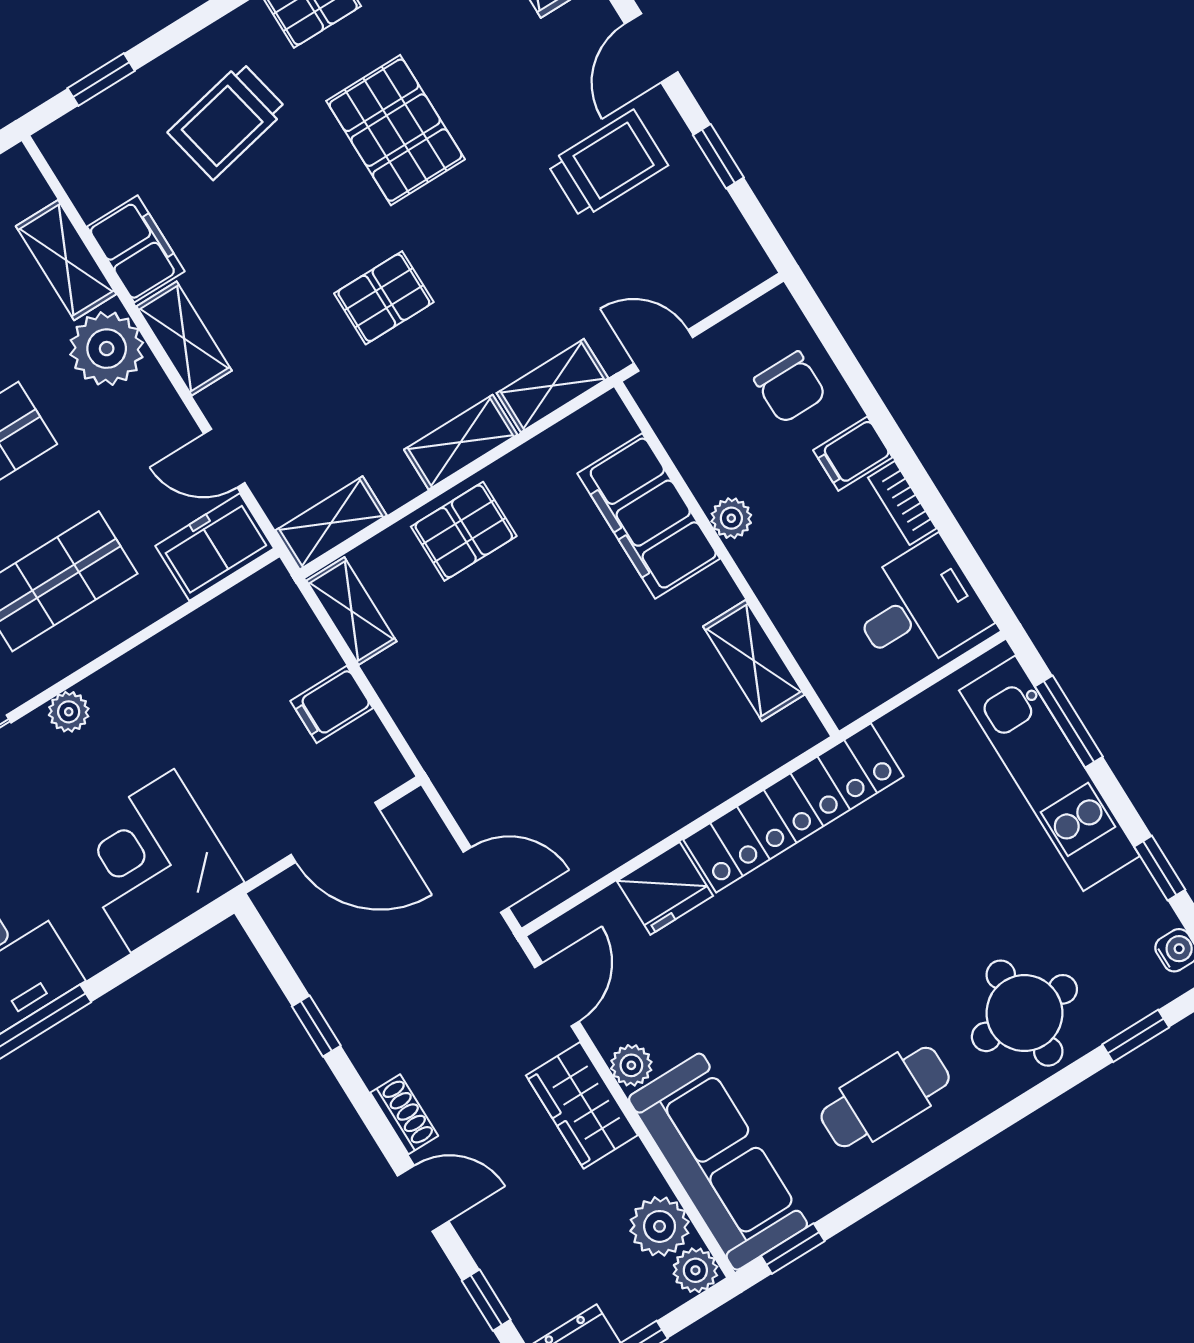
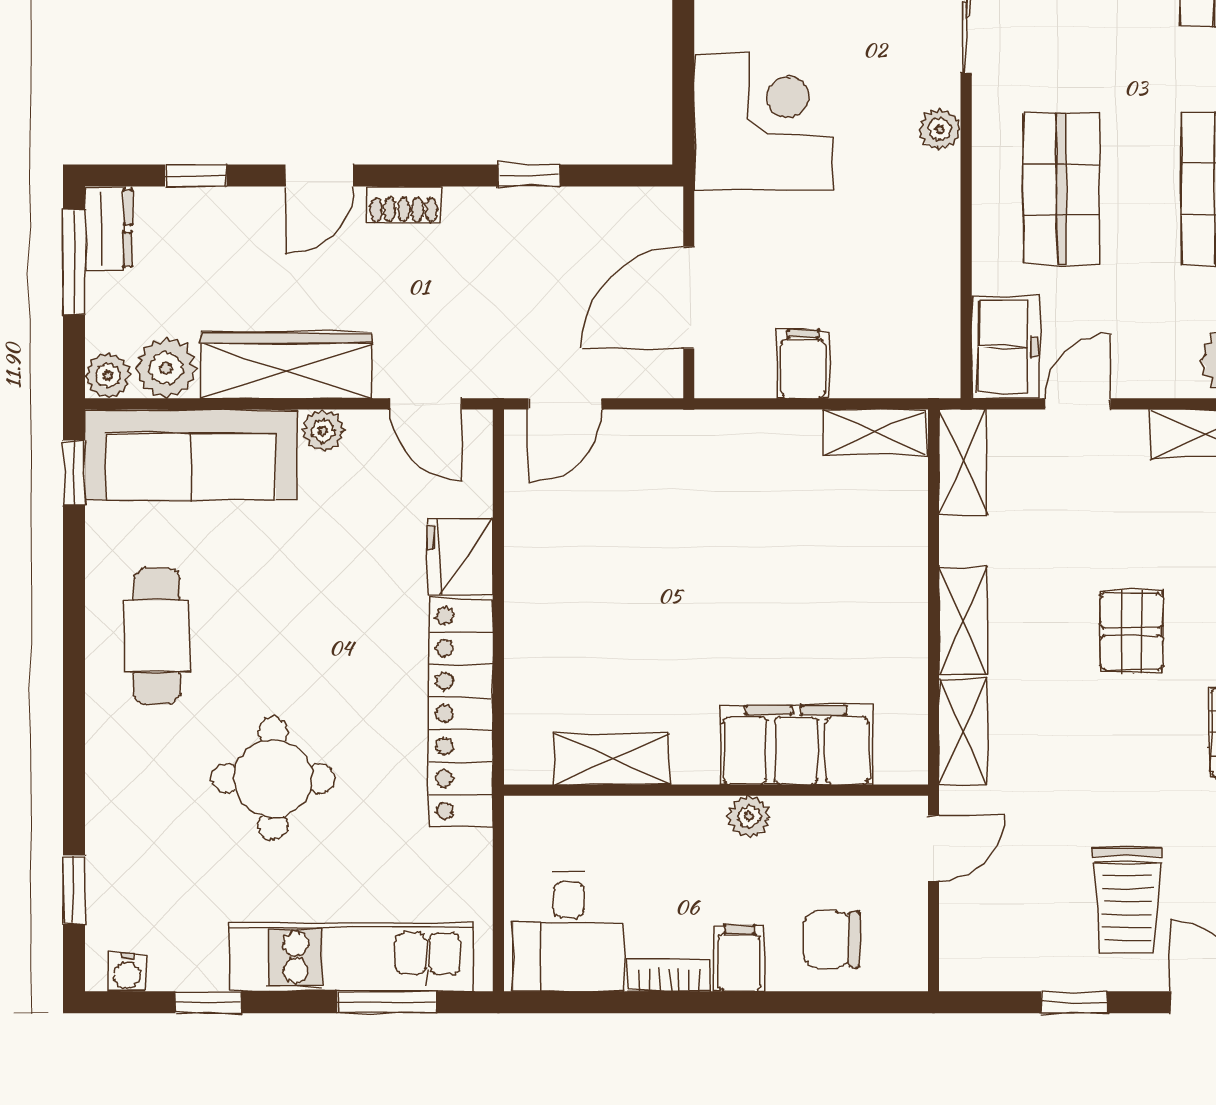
pallet: (464, 531) -> (883, 574), removed
round table: (1024, 1013) -> (273, 778), moved
wardrobe: (582, 1105) -> (286, 366), width x1.50

